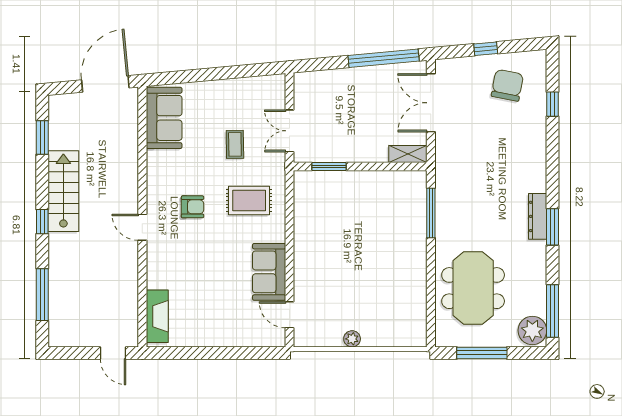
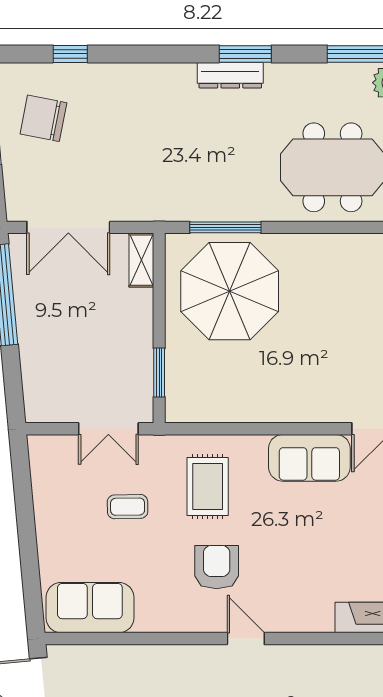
armchair: (193, 207) -> (217, 567), width x1.38, depth x1.38
parasol: (386, 216) -> (230, 291), added
door: (142, 227) -> (246, 639), swing flipped

